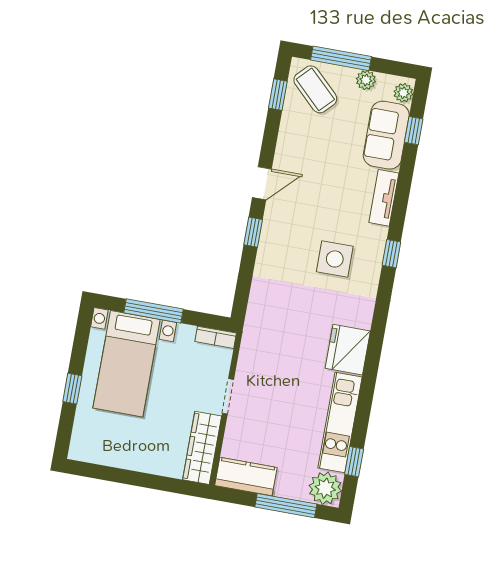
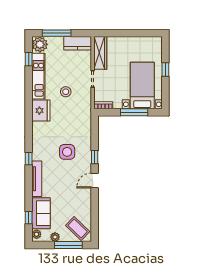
window: (278, 95) -> (95, 223), removed
tv unit: (384, 198) -> (37, 179), width x1.41
side table: (335, 259) -> (67, 152), moved
stool: (289, 380) -> (66, 92), added

